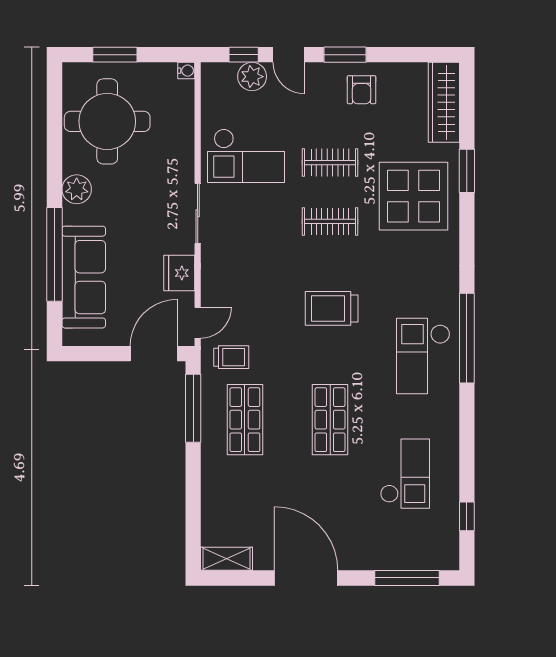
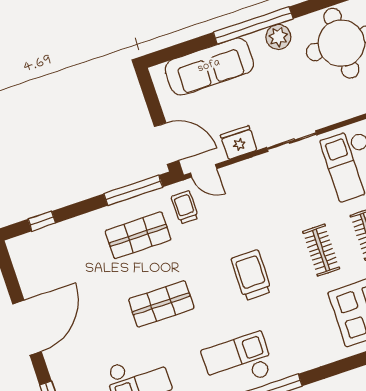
window: (54, 254) -> (253, 25), moved
trolley: (231, 357) -> (185, 207), turned 180
window: (193, 522) -> (42, 221), added
shelving: (226, 559) -> (21, 258), removed

